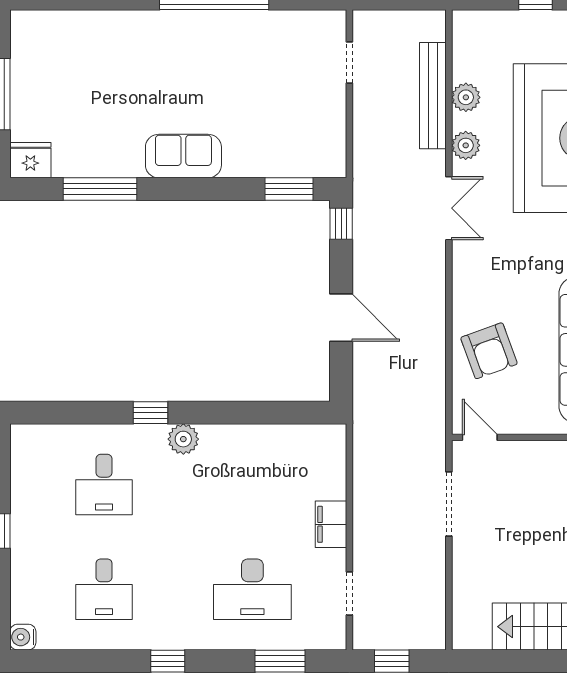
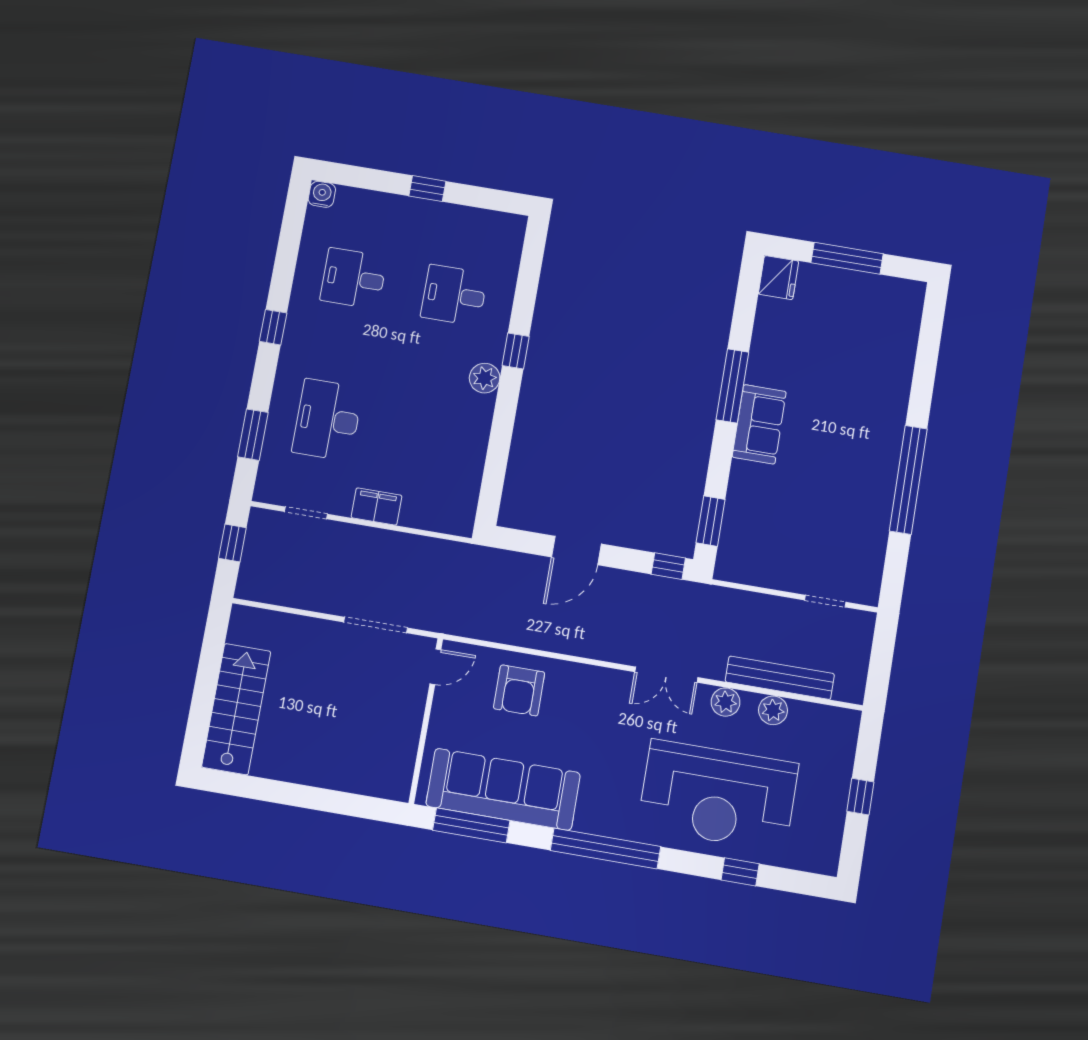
window: (100, 189) -> (732, 386), moved
armchair: (489, 351) -> (519, 690), turned -70

